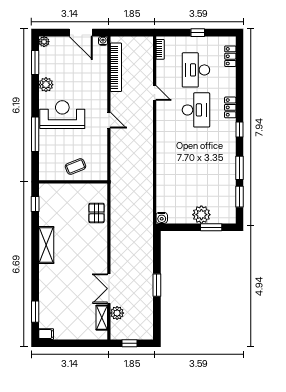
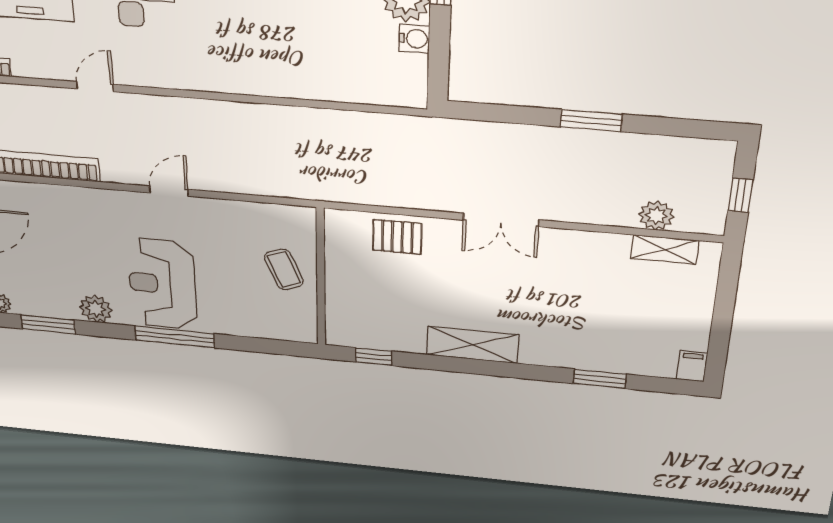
window: (35, 134) -> (175, 337), moved
water cooler: (162, 218) -> (414, 39), moved
double door: (109, 289) -> (501, 220), moved
window: (35, 312) -> (600, 379), moved

